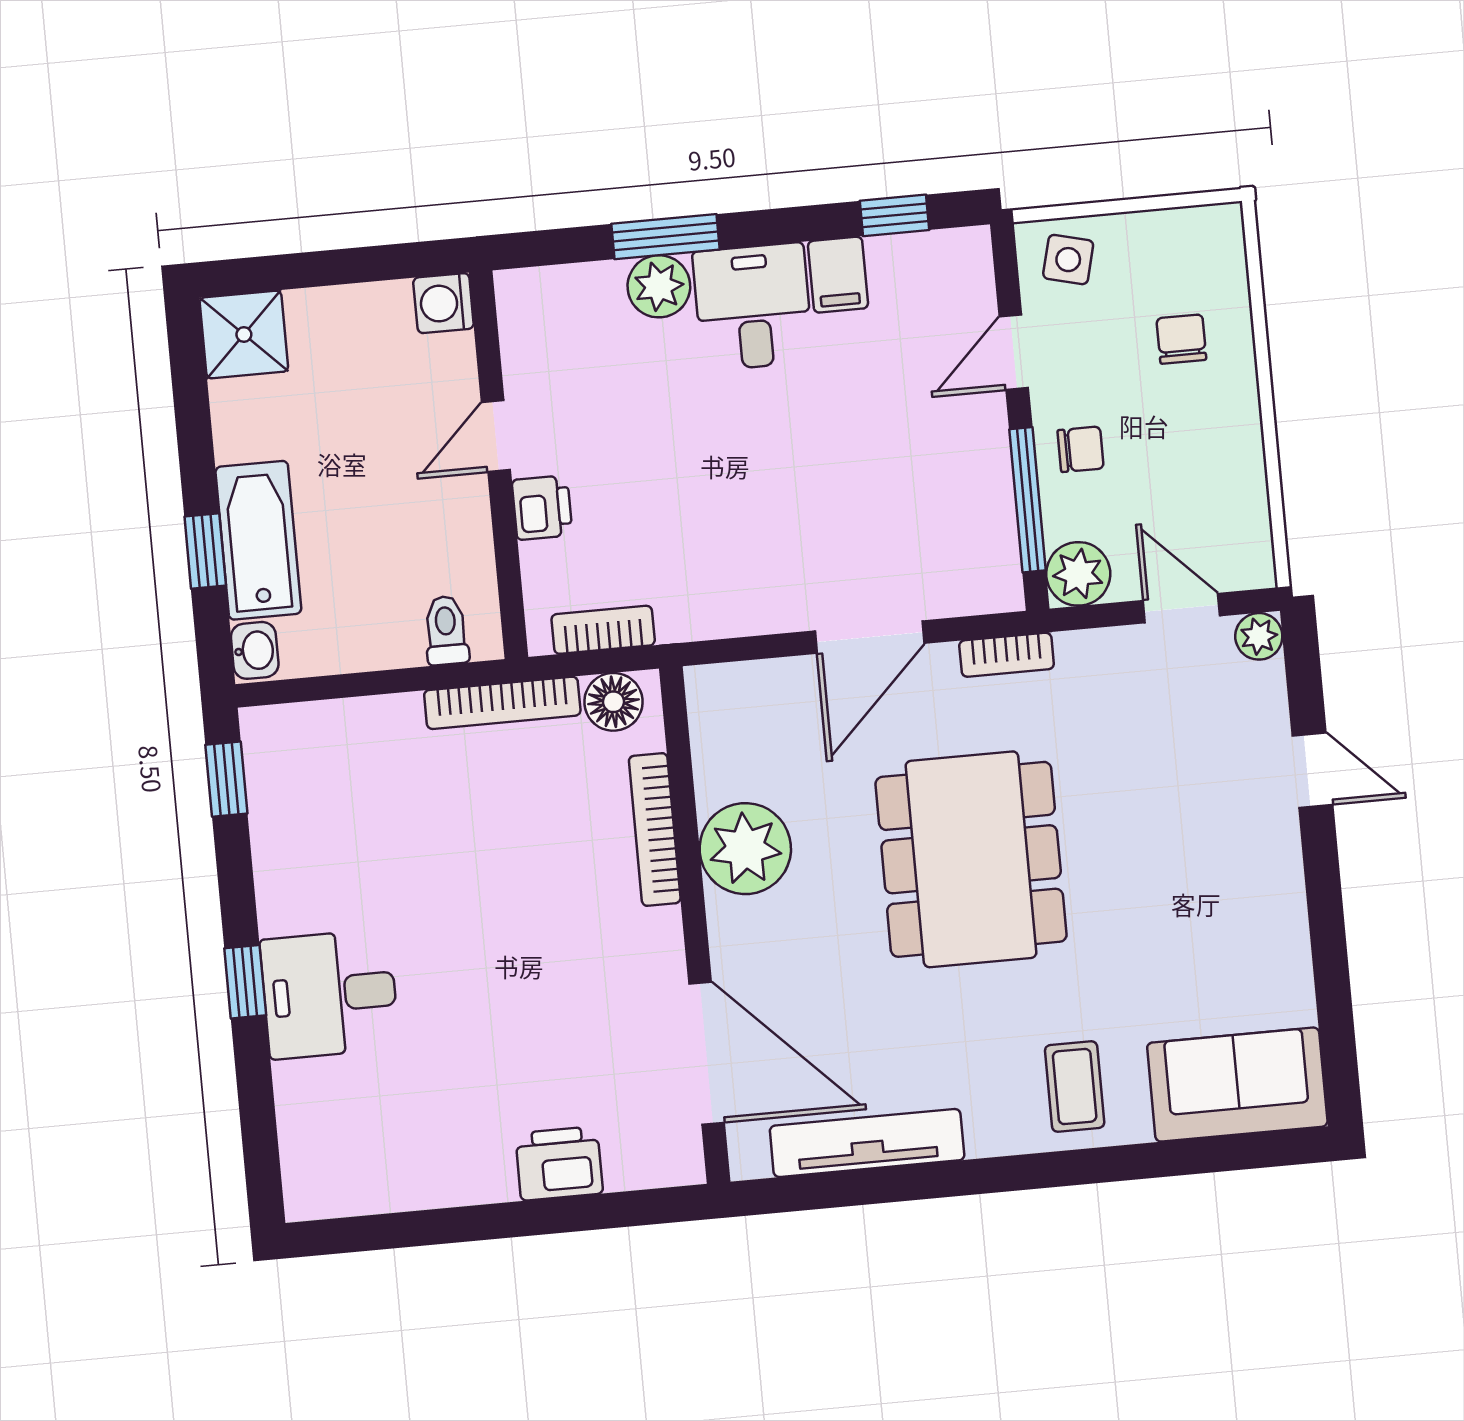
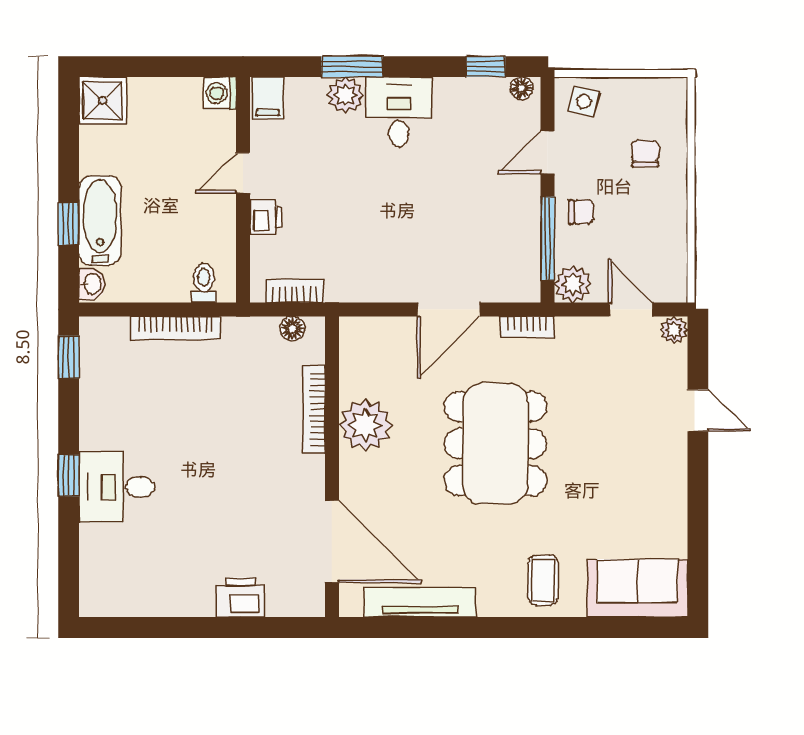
floor lamp: (959, 247) -> (521, 88), added
filing cabinet: (838, 275) -> (268, 98), moved
floor lamp: (613, 702) -> (292, 329), width x0.73, depth x0.73
bookcase: (502, 703) -> (175, 328), moved

